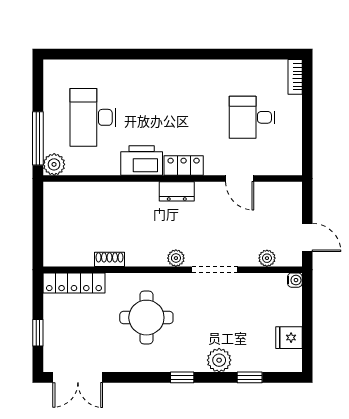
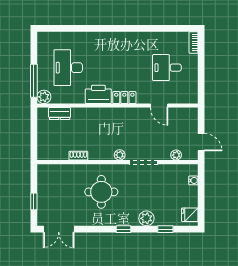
dresser: (177, 191) -> (60, 114), moved
water cooler: (295, 280) -> (193, 180), moved
locker: (74, 283) -> (56, 170), removed
fridge: (289, 338) -> (190, 215), moved

